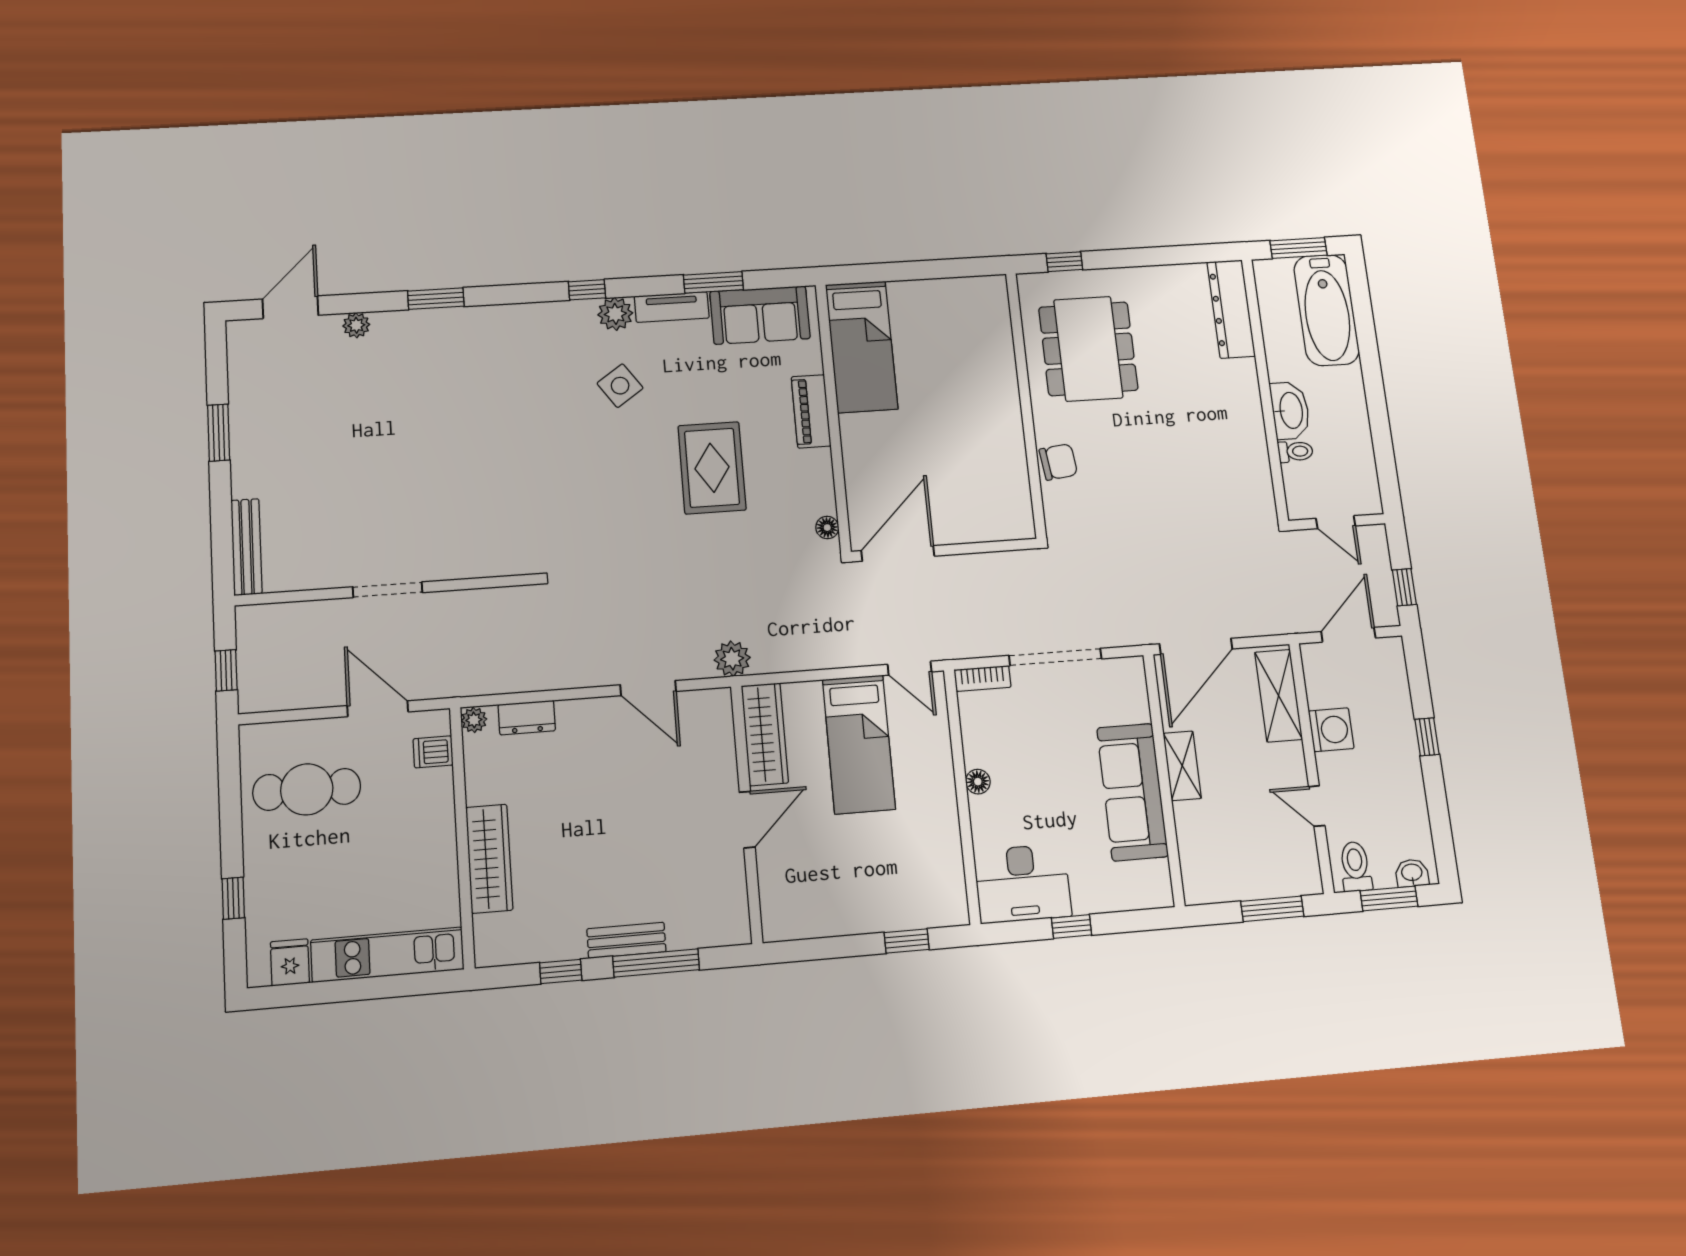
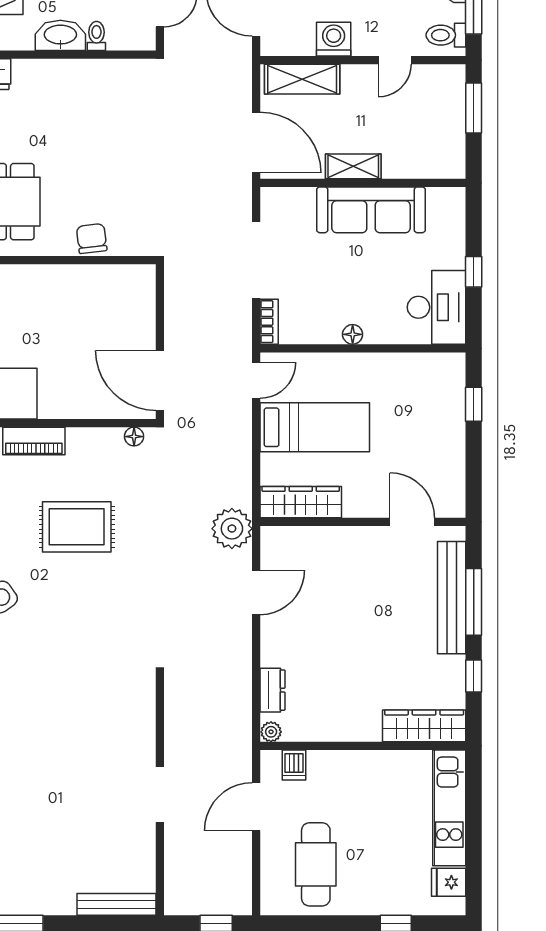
plant: (732, 659) -> (232, 529), width x1.36, depth x1.36
door: (747, 820) -> (412, 522), moved
wardrobe: (489, 859) -> (424, 726), moved
bench: (626, 940) -> (452, 598), width x1.86, depth x1.21

